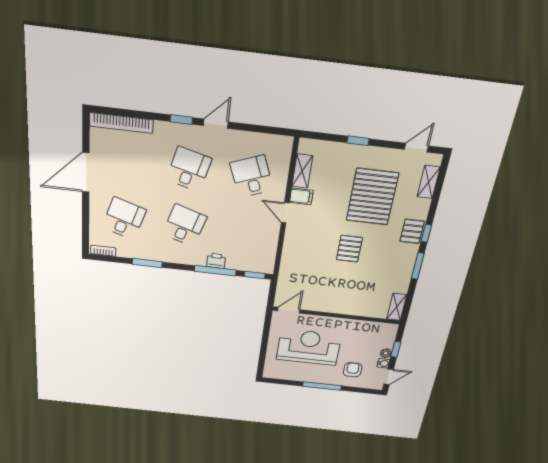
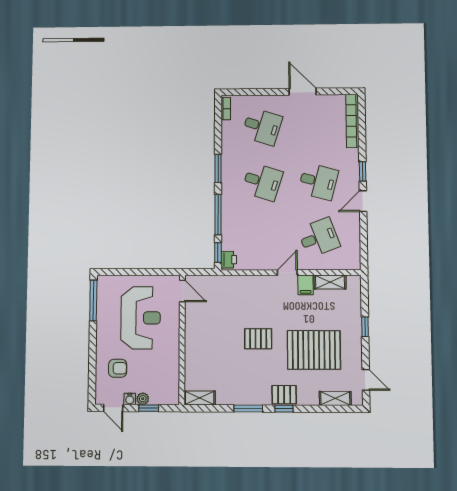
door: (216, 124) -> (363, 201), swing flipped
door: (86, 172) -> (303, 92), width x0.73
printer: (216, 261) -> (229, 260), moved
window: (147, 263) -> (218, 168), moved
window: (322, 386) -> (93, 300), moved

